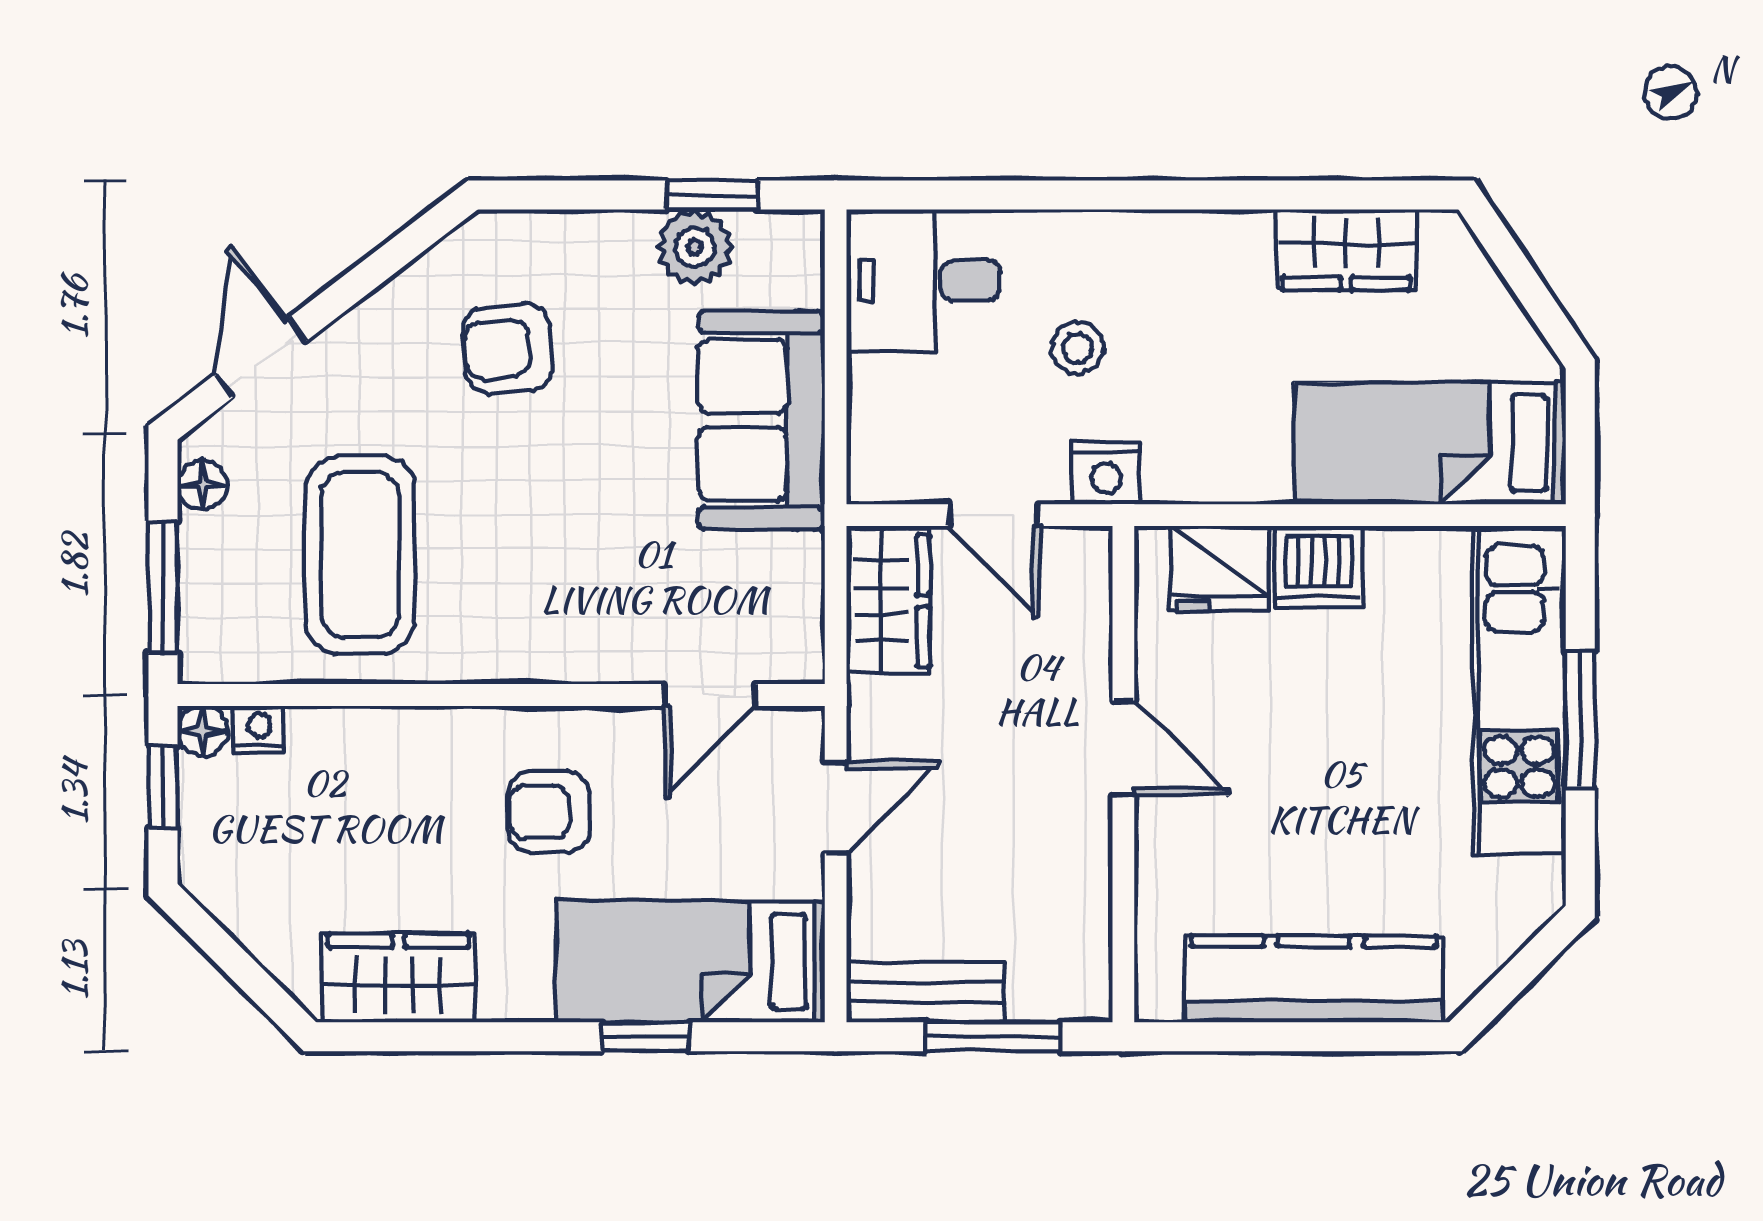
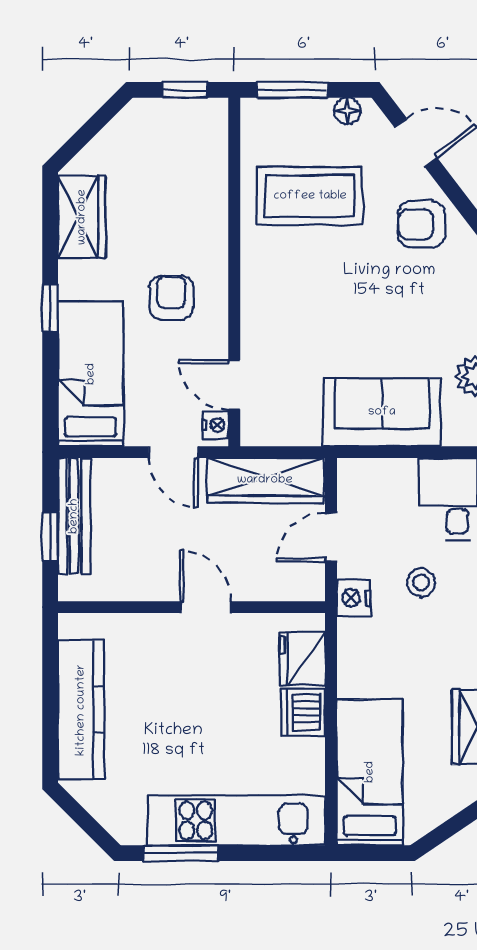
armchair: (508, 349) -> (422, 224), moved, turned -85
wardrobe: (888, 601) -> (265, 480), width x1.50
window: (1580, 719) -> (181, 853), moved
nightstand: (259, 730) -> (216, 425), moved
floor lamp: (203, 731) -> (215, 111), removed
door: (1123, 748) -> (206, 607), swing flipped
bench: (925, 992) -> (74, 516), width x1.36
window: (646, 1037) -> (50, 308), moved
window: (993, 1037) -> (50, 537), width x0.67

